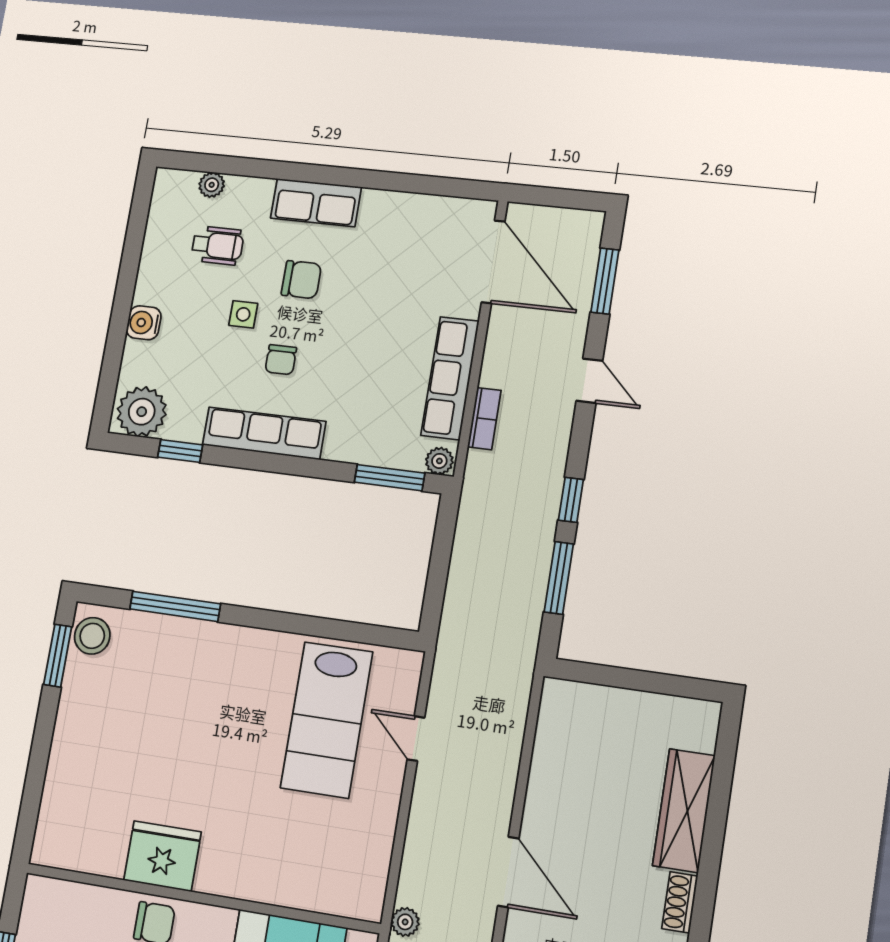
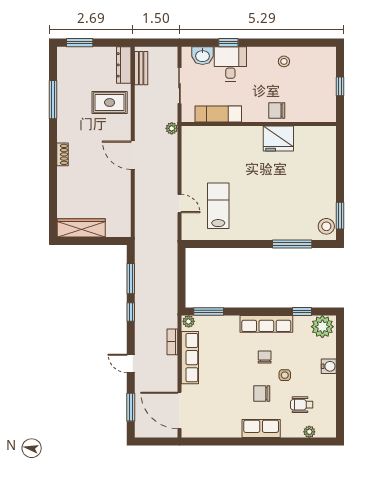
lab bench: (327, 720) -> (218, 206), width x0.73, depth x0.72
wardrobe: (684, 811) -> (81, 228), moved, turned -90

